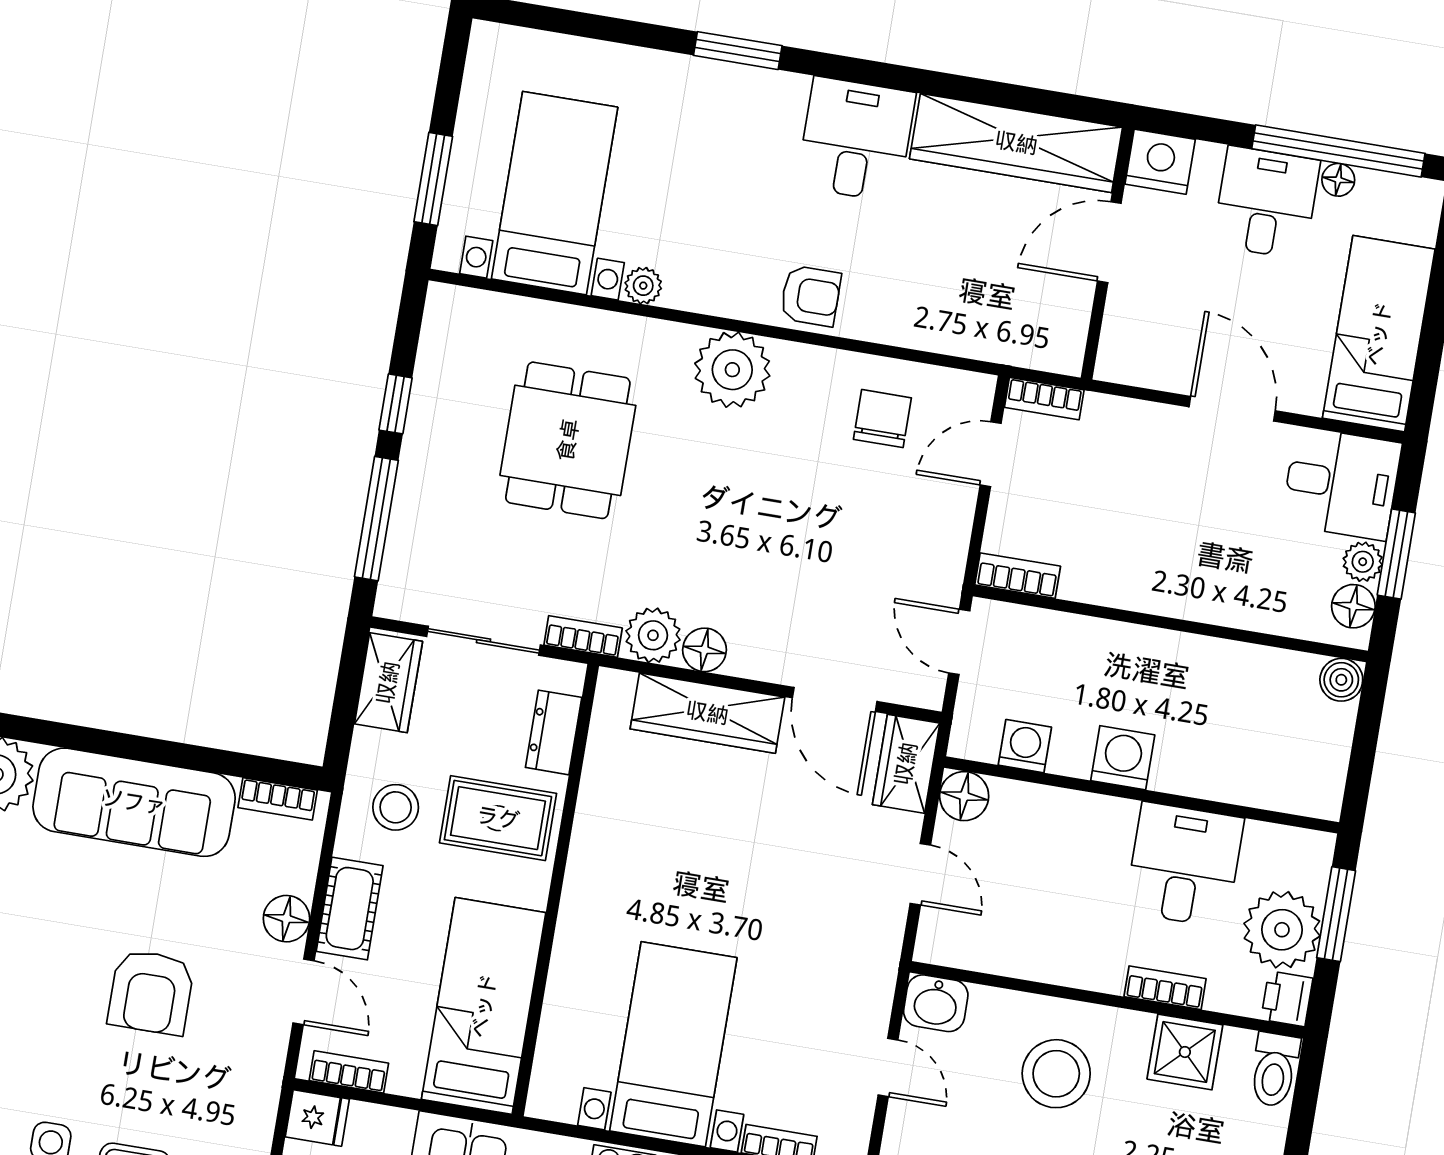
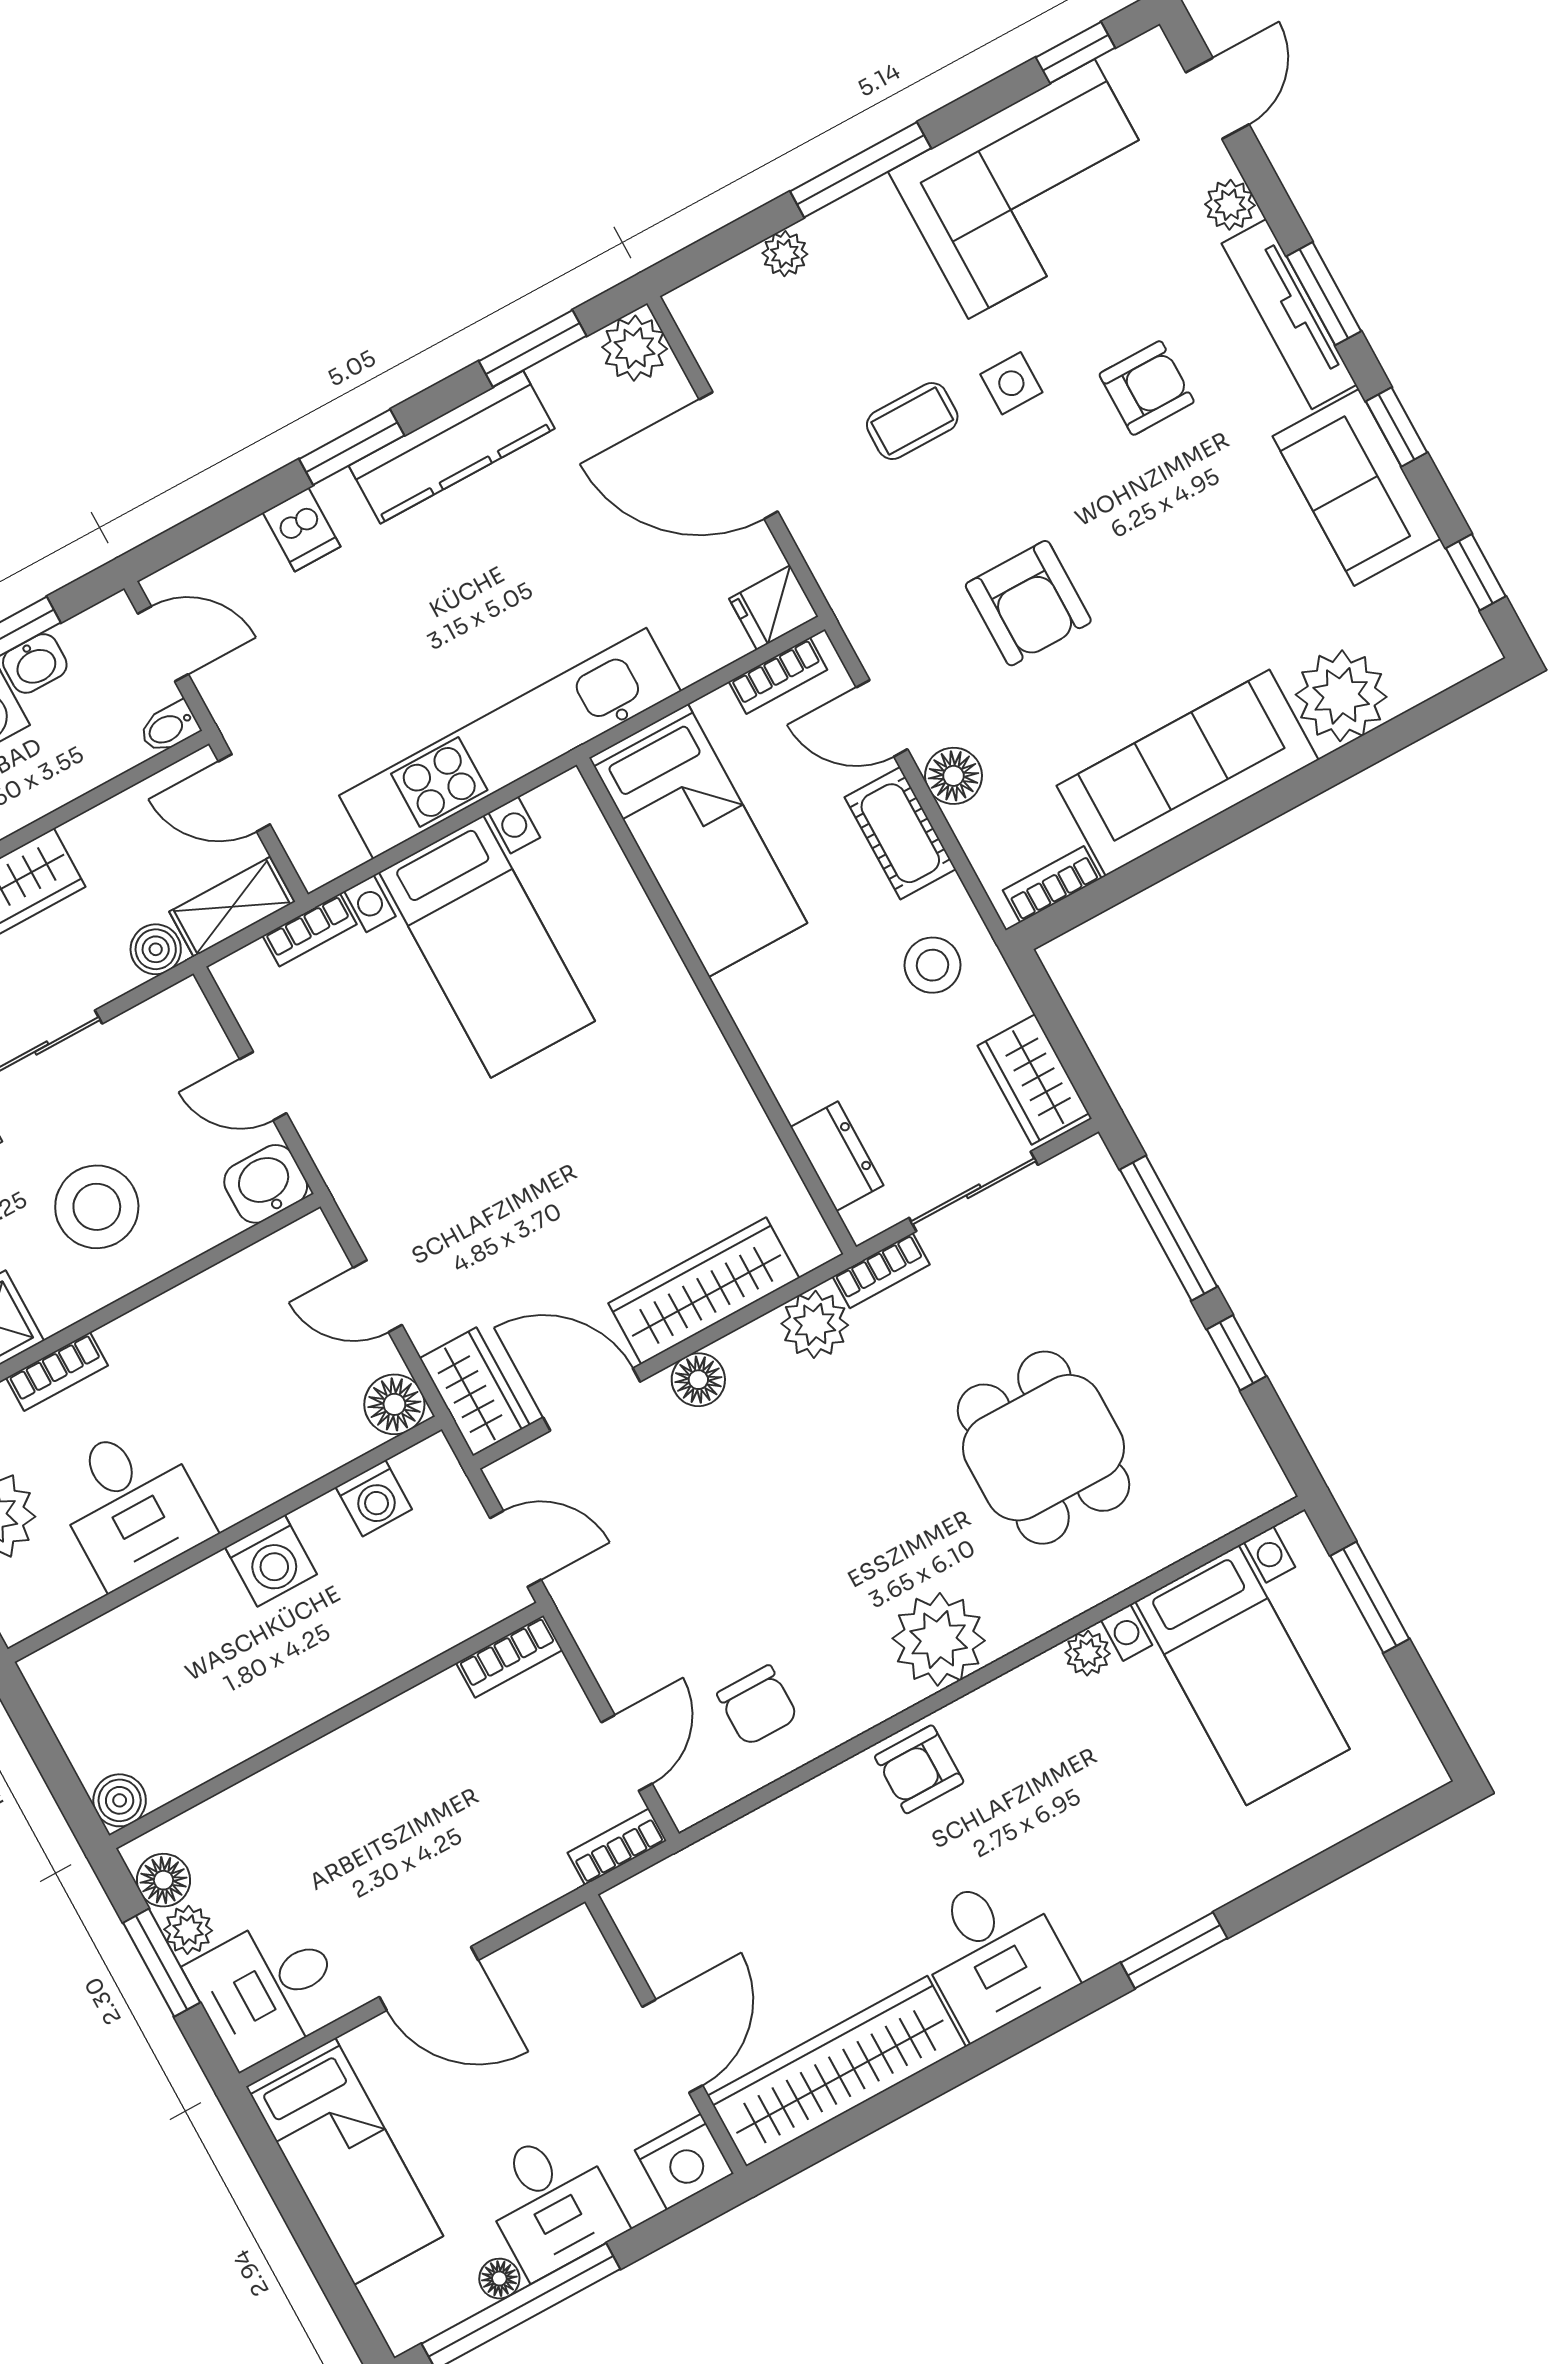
floor lamp: (704, 650) -> (698, 1380), moved
rug: (498, 818) -> (826, 1032), removed
armchair: (151, 992) -> (1028, 603), turned 180

